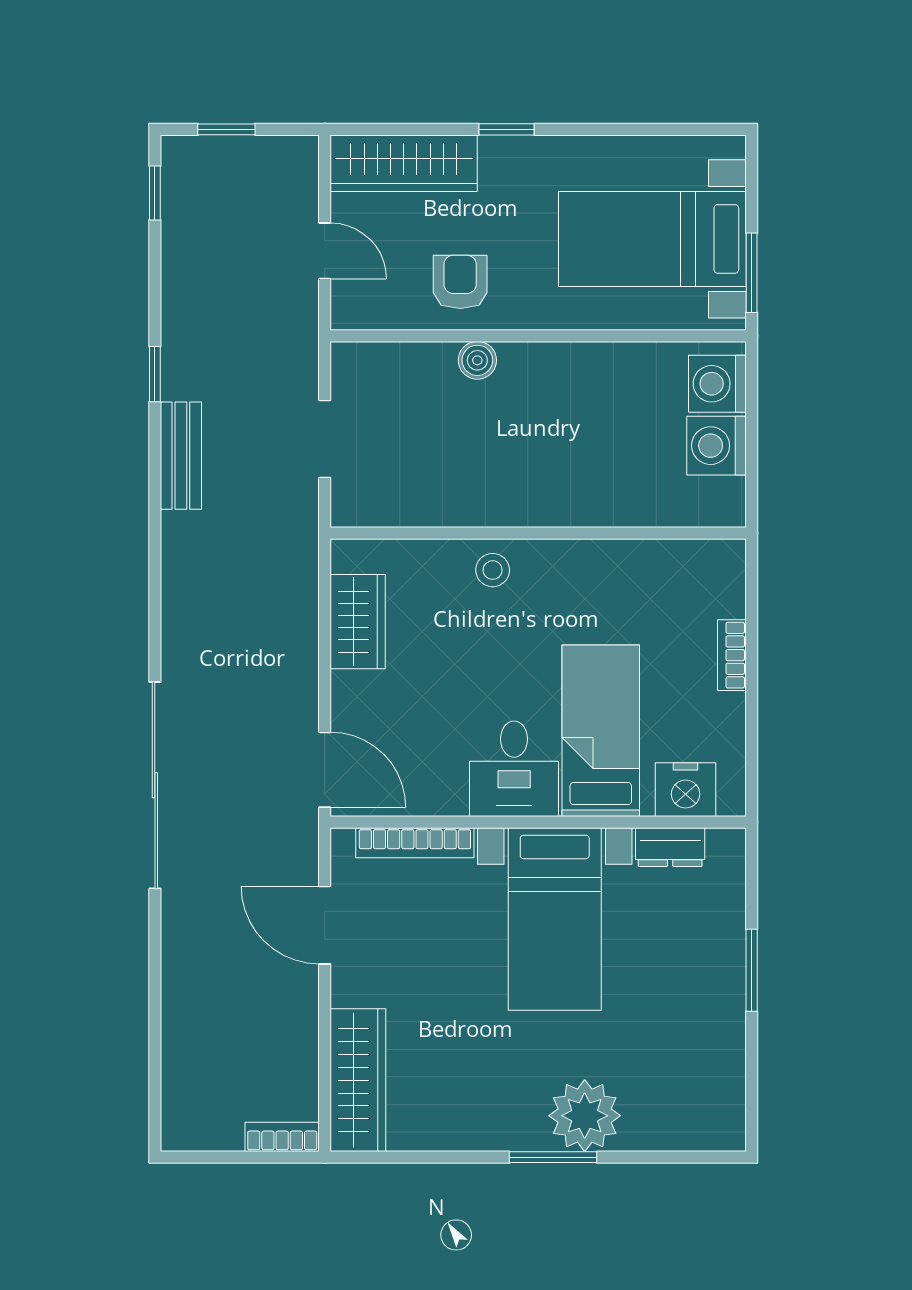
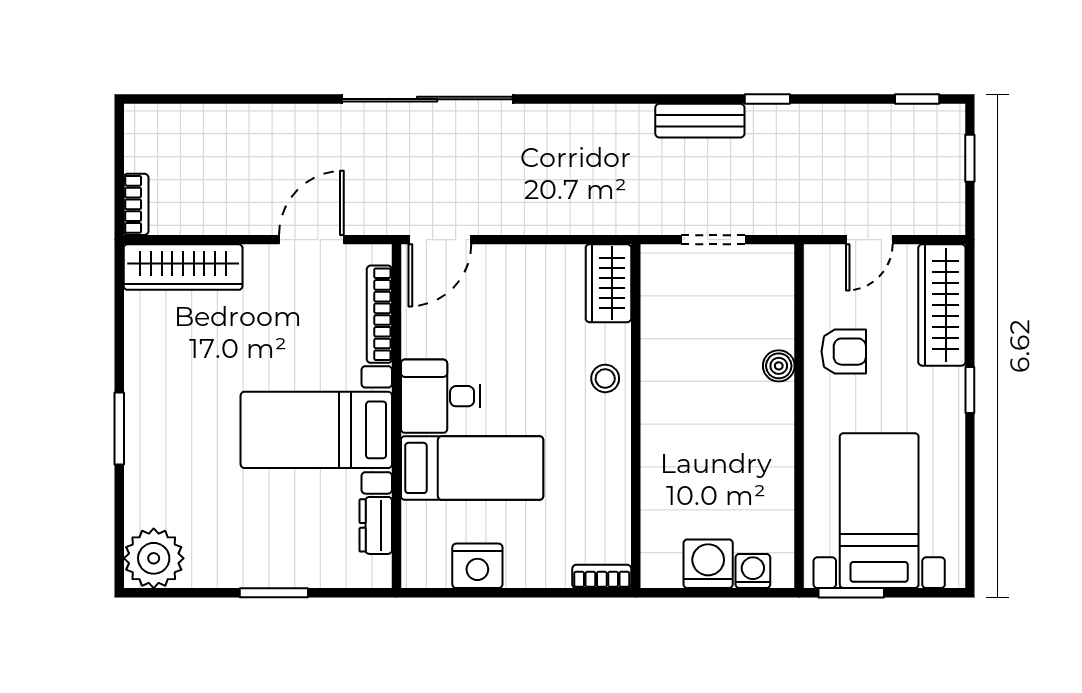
washing machine: (717, 384) -> (753, 571), width x0.73, depth x0.73
wardrobe: (358, 622) -> (608, 283), moved, turned 90
bookcase: (732, 655) -> (602, 576), moved
nightstand: (686, 790) -> (477, 566), moved, turned -90
plant: (585, 1116) -> (154, 558), moved

